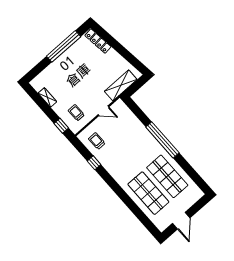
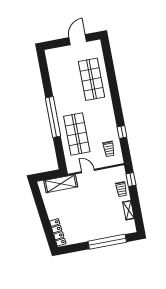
window: (64, 46) -> (107, 242), moved
trolley: (76, 113) -> (121, 189), moved
shop shelf: (167, 176) -> (77, 134), moved

